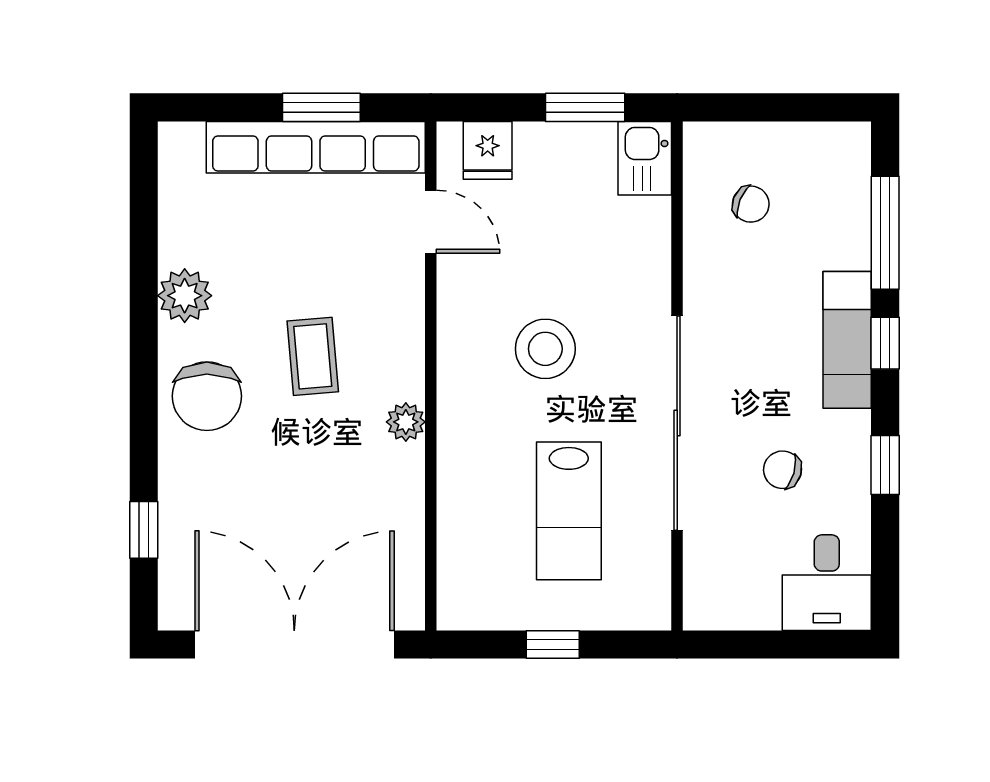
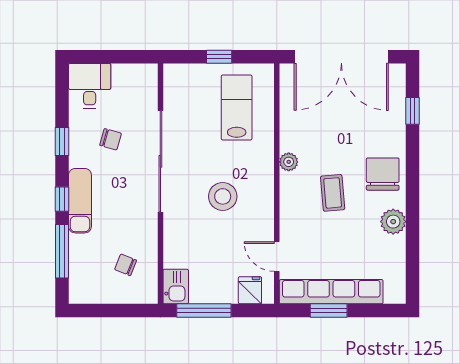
window: (585, 107) -> (204, 311), width x1.44
lab bench: (569, 511) -> (237, 107), moved

